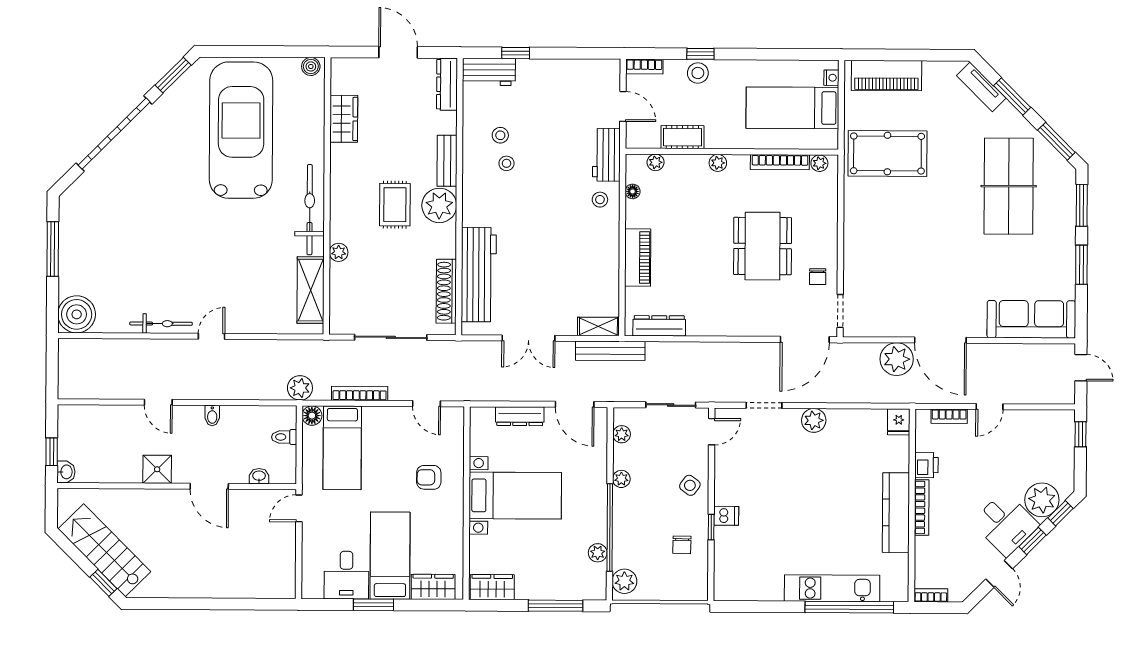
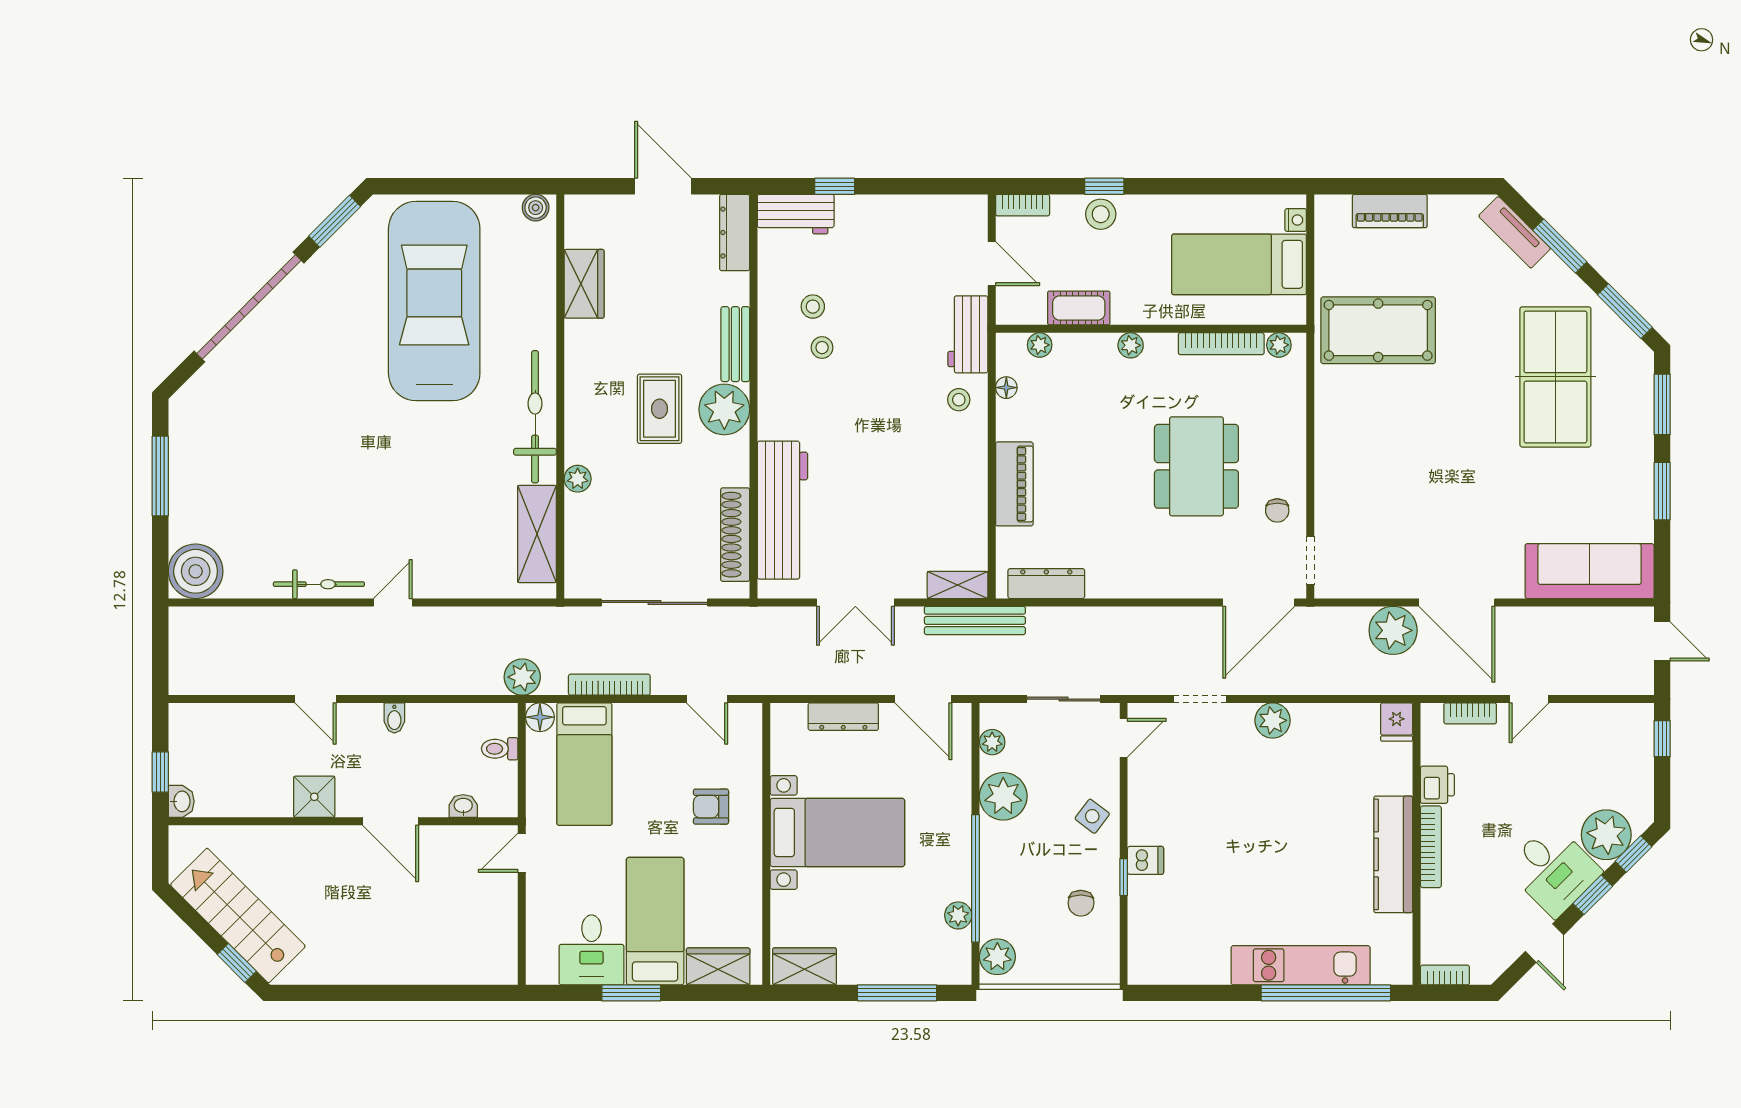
piano: (886, 76) -> (1390, 211), width x0.73, depth x0.75
plant: (621, 479) -> (1003, 796), width x1.88, depth x1.88

